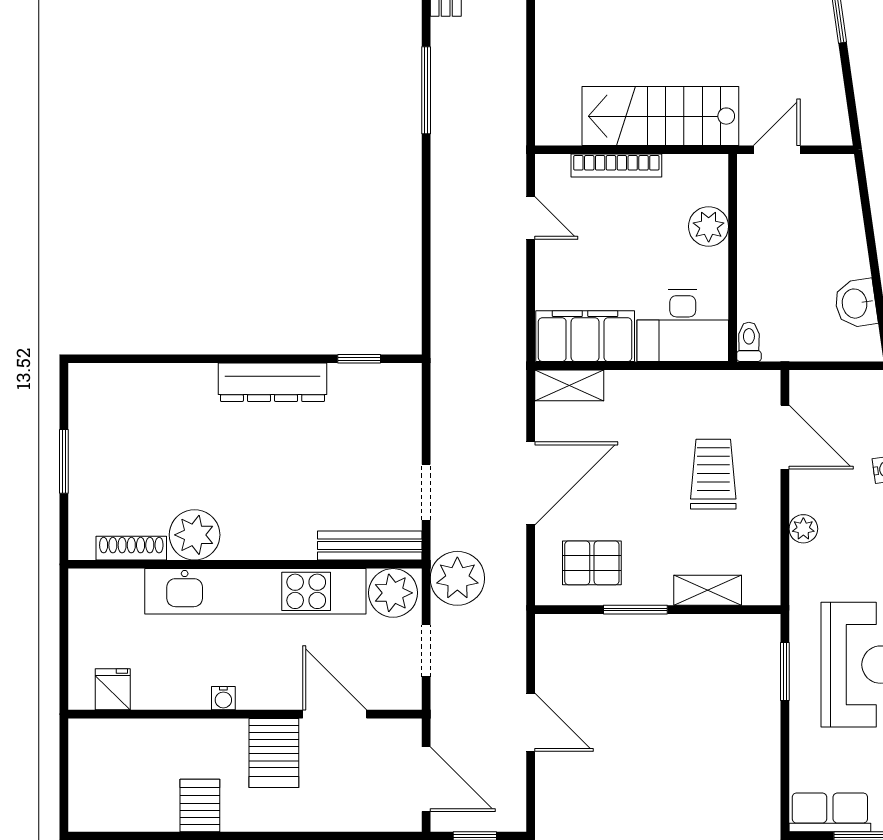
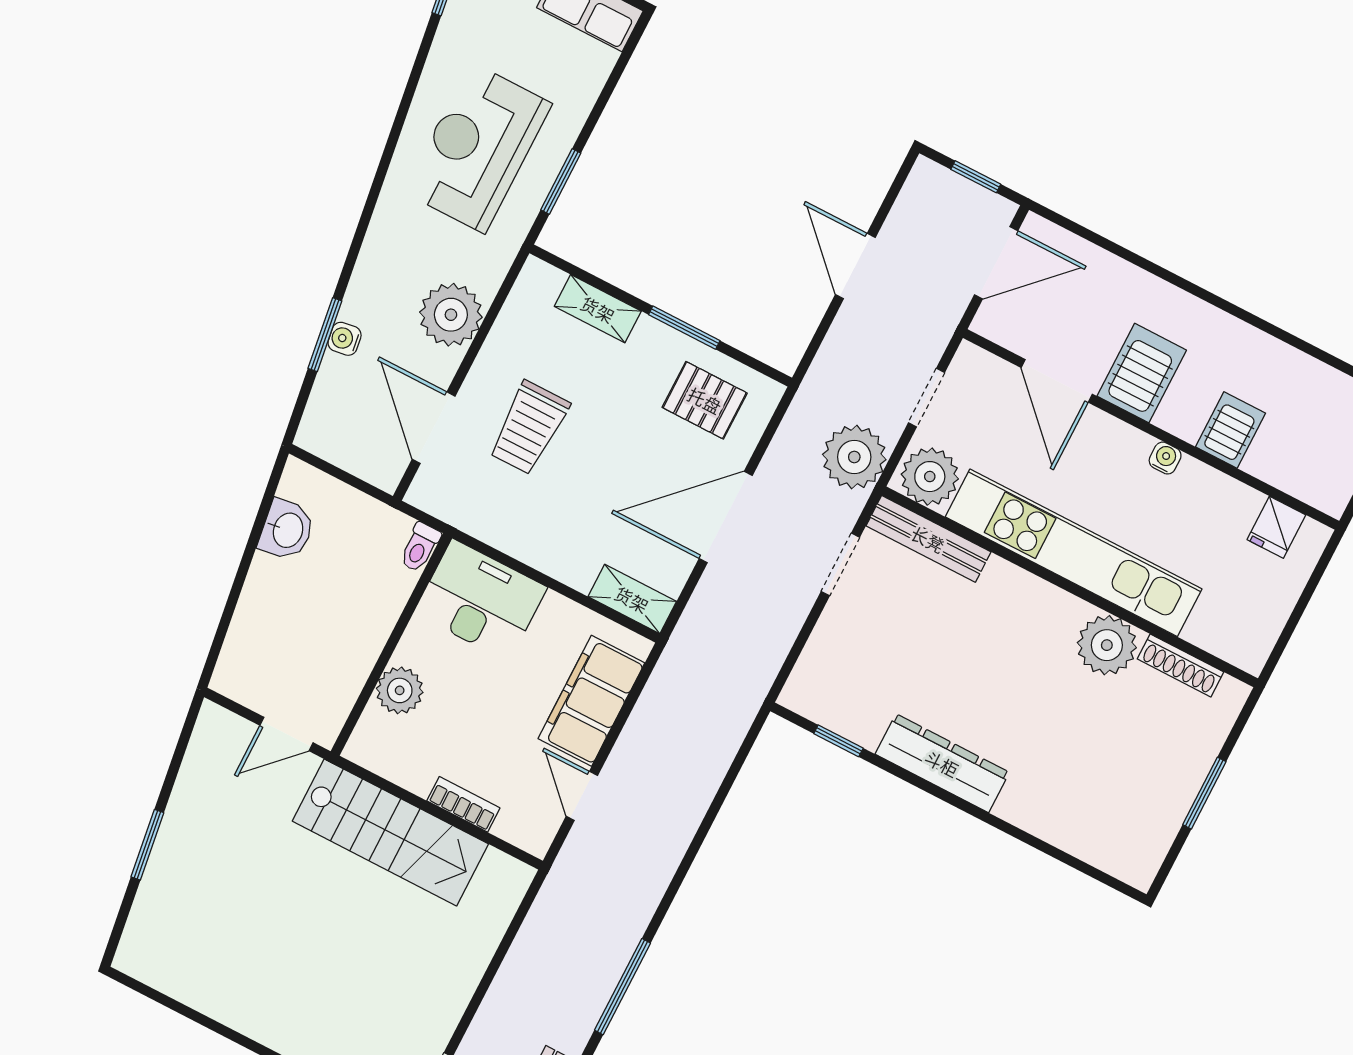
bookcase: (616, 166) -> (463, 804), width x0.64
filing cabinet: (585, 336) -> (591, 701), moved, turned 90
plant: (803, 529) -> (451, 315), width x1.87, depth x1.87
door: (426, 779) -> (996, 263), swing flipped
server rack: (200, 805) -> (1231, 430), moved, turned 180

